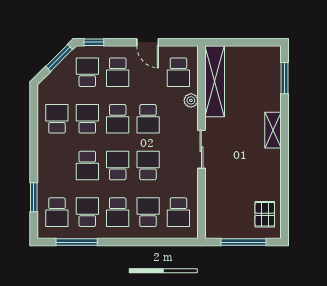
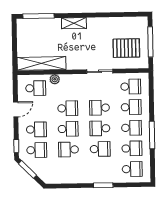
school desk: (87, 72) -> (37, 150), turned 180
window: (284, 78) -> (38, 16), width x1.44
school desk: (57, 119) -> (69, 170), removed
sliding door: (201, 149) -> (100, 71), moved
window: (34, 197) -> (103, 185), moved
school desk: (87, 212) -> (132, 148), turned 180
school desk: (148, 212) -> (131, 107), turned 180
pallet: (265, 214) -> (126, 48), moved, width x1.50, depth x1.42
window: (77, 242) -> (152, 135), moved

